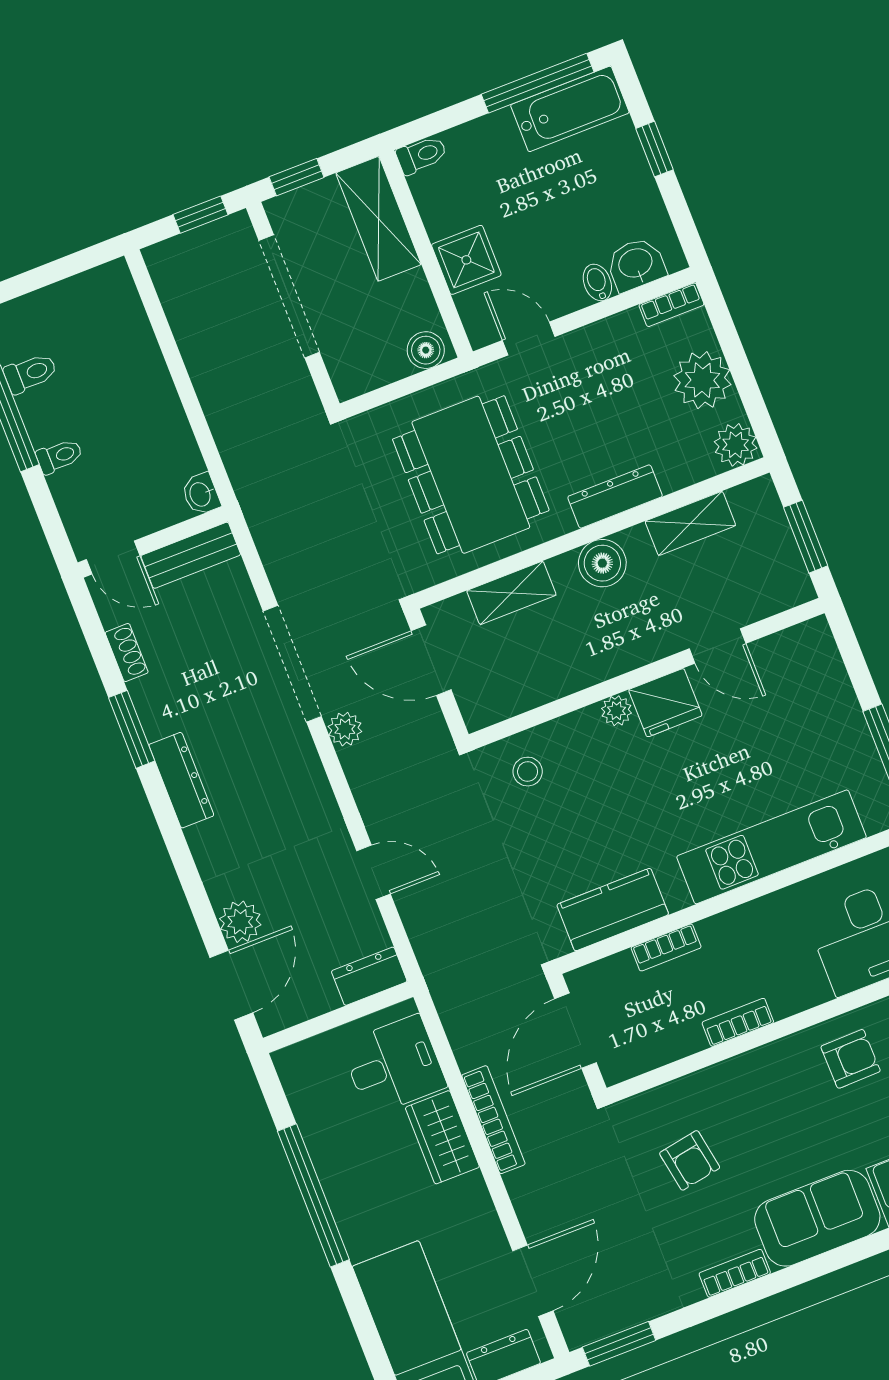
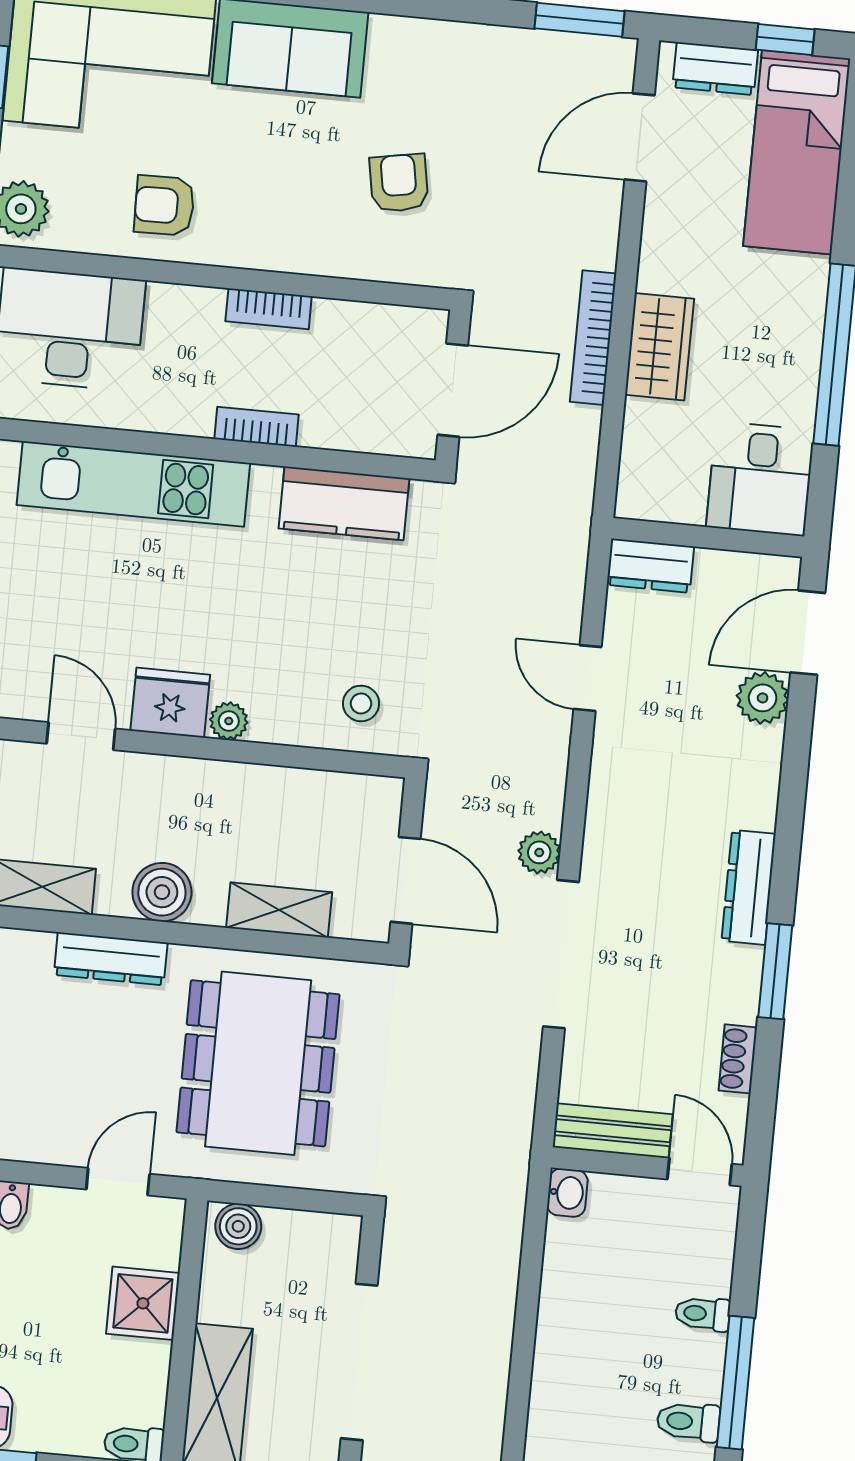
door: (529, 339) -> (118, 1182), swing flipped
bookcase: (666, 947) -> (257, 427), moved
desk: (394, 1065) -> (760, 479), moved, turned -90
bookcase: (735, 1273) -> (412, 33), removed

